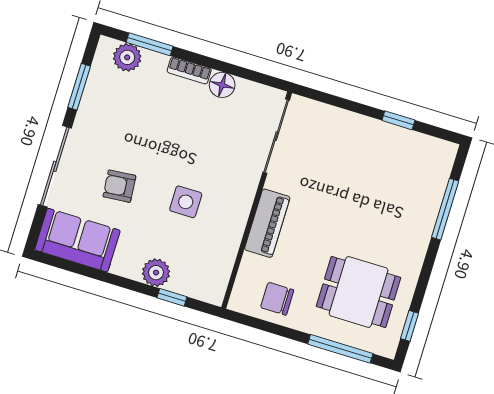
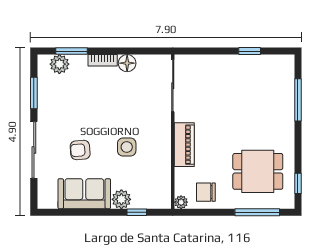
sofa: (77, 240) -> (84, 194), moved
plant: (238, 302) -> (181, 202), added

